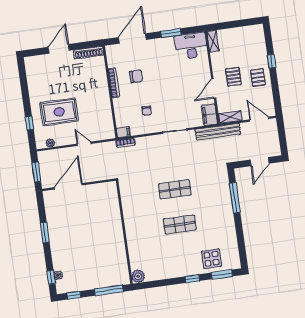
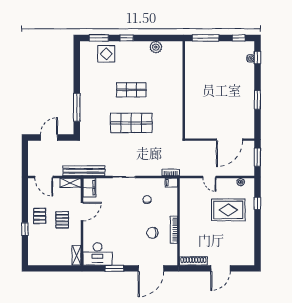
shop shelf: (175, 189) -> (131, 123), width x1.43, depth x1.36
plant: (138, 276) -> (156, 47), moved

